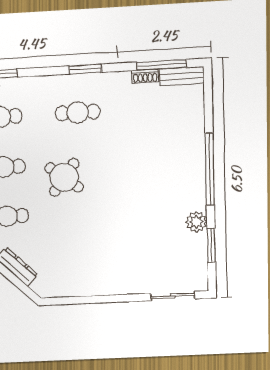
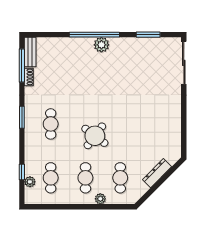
plant: (196, 222) -> (101, 45), moved
sliding door: (173, 296) -> (184, 63), width x1.37

